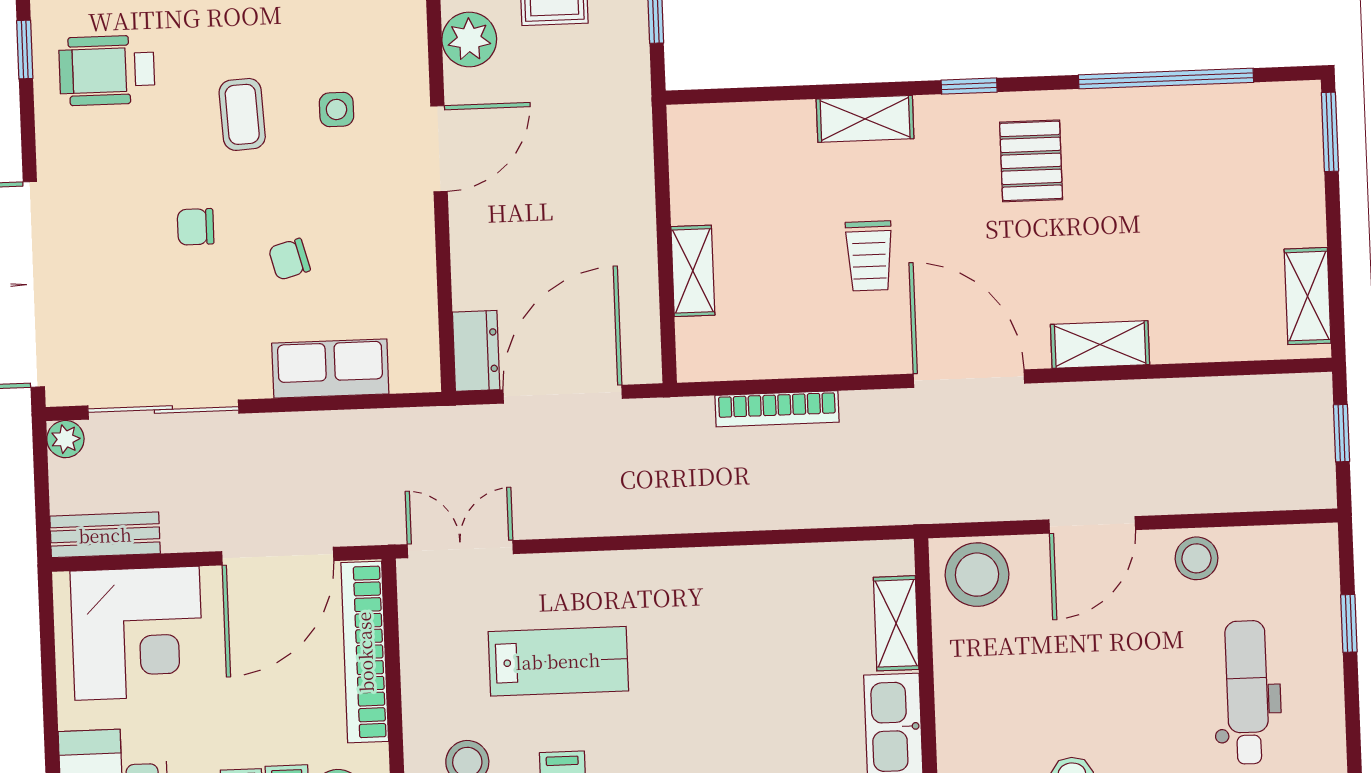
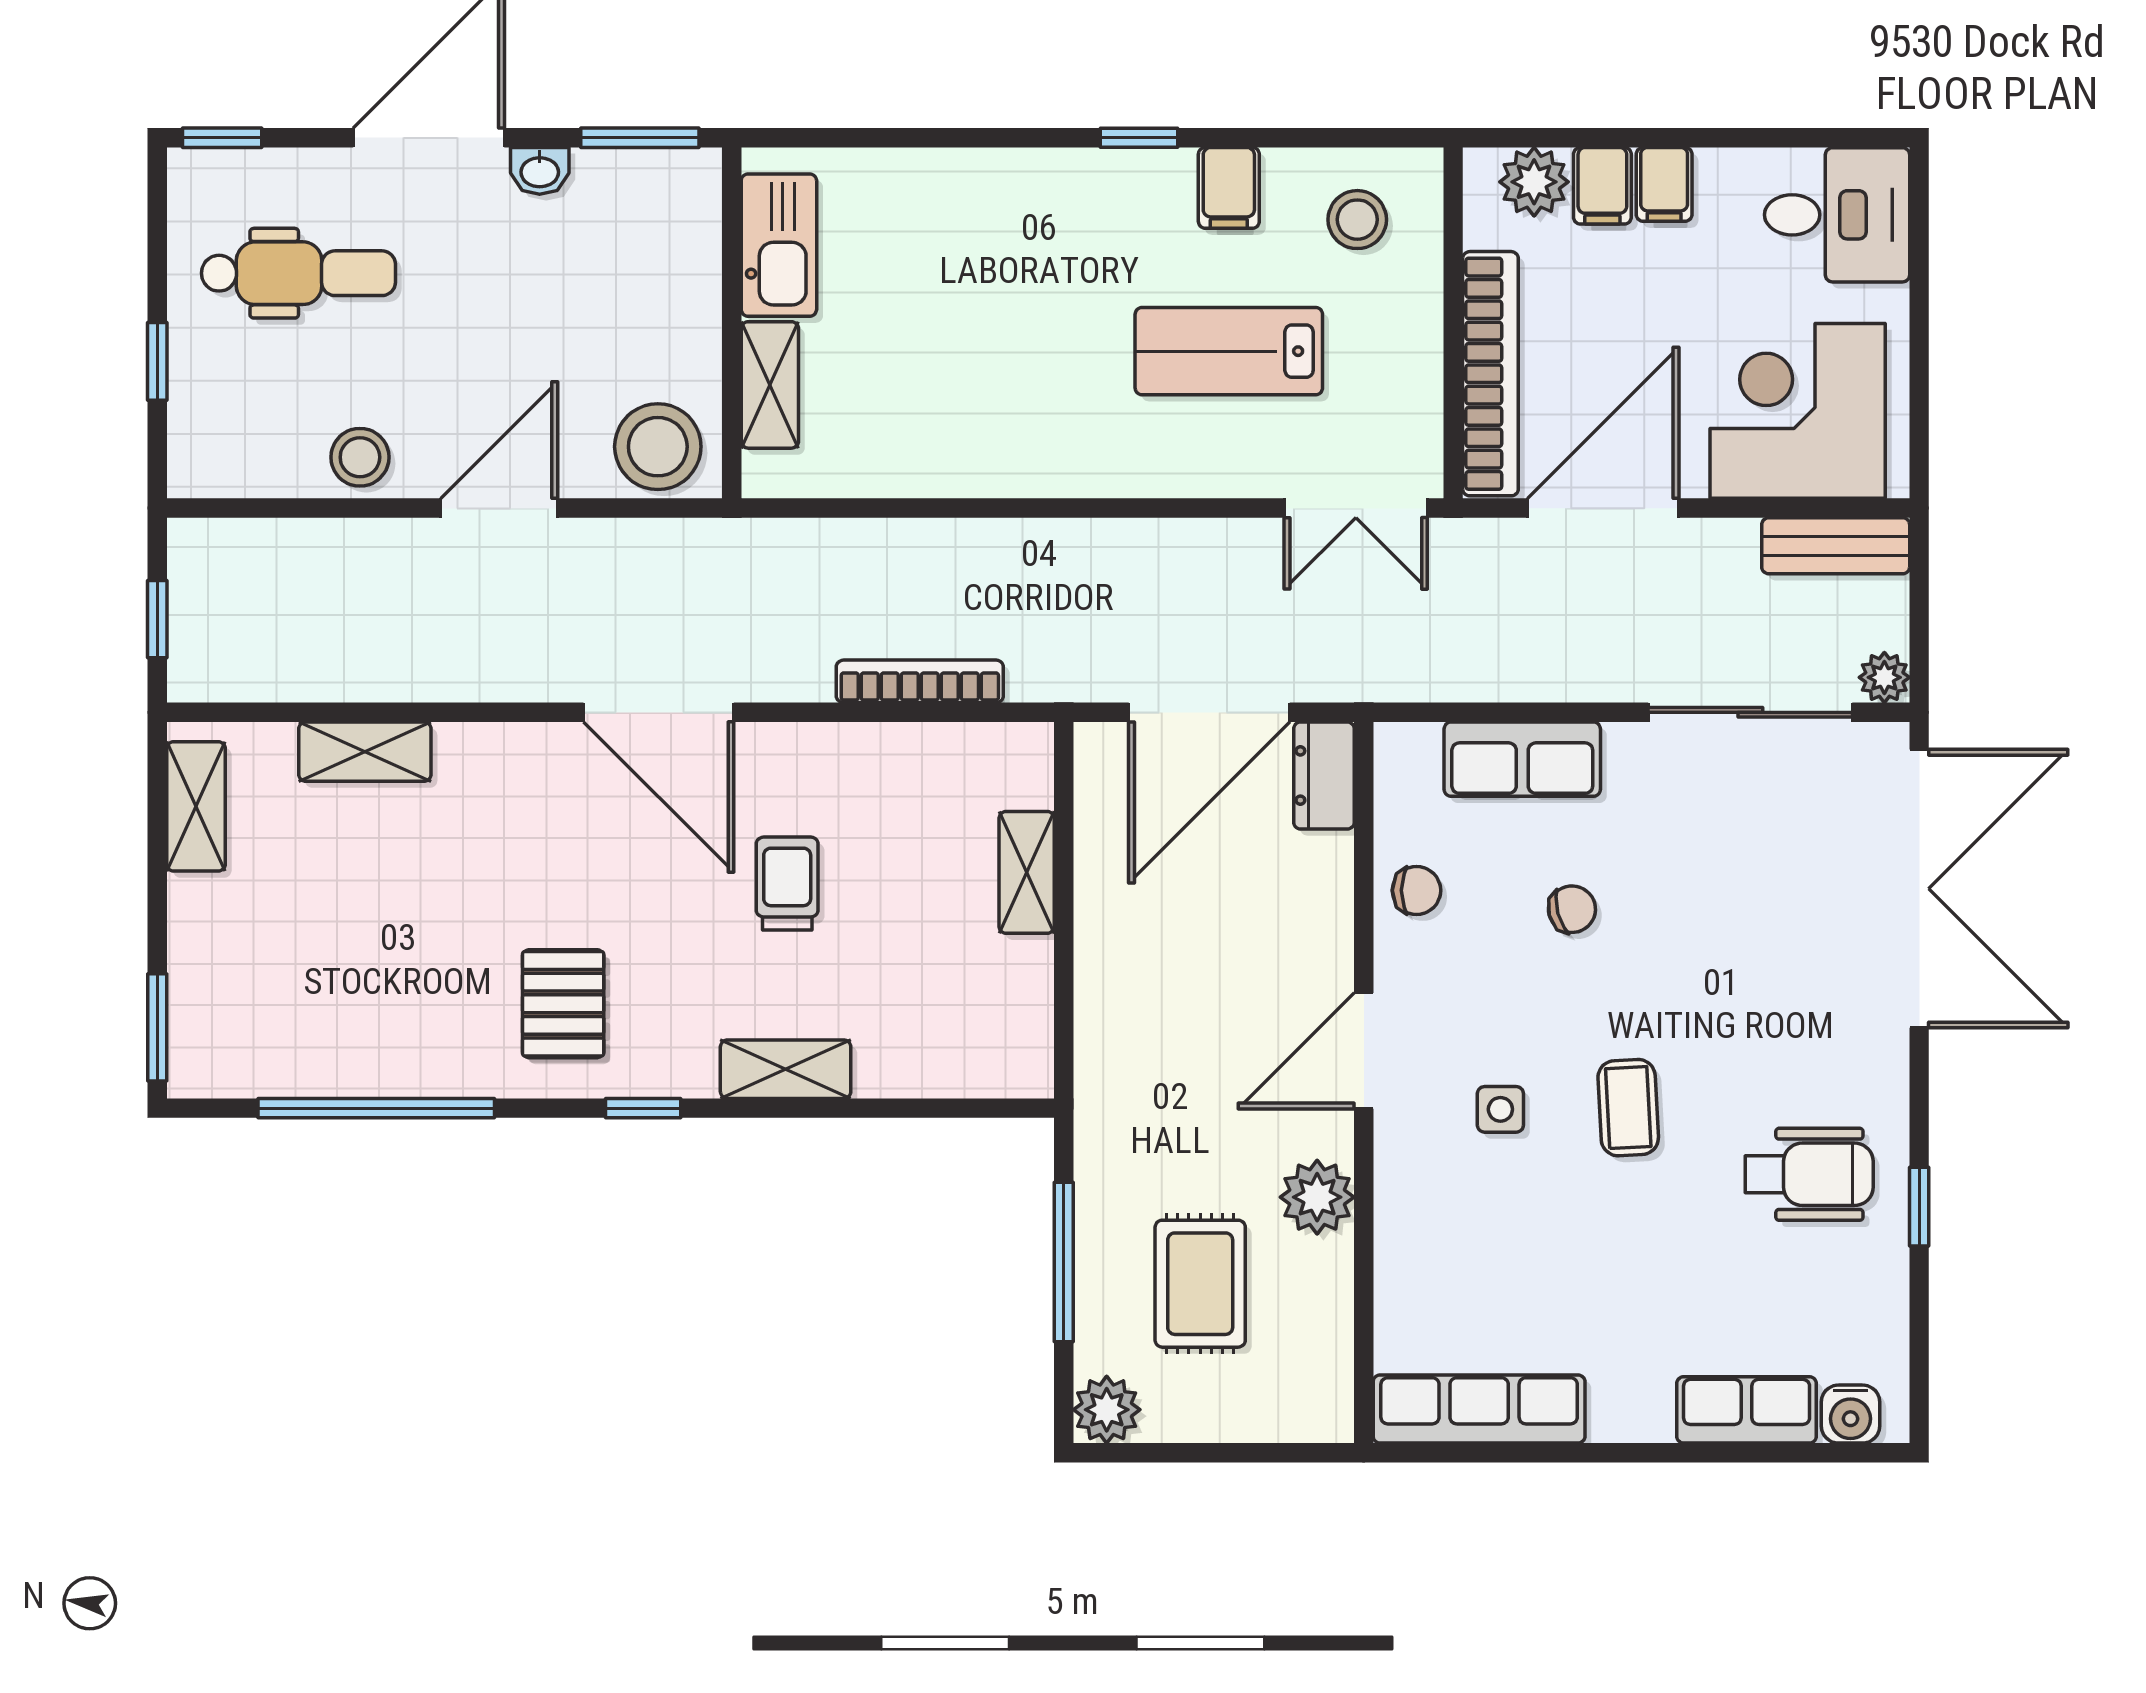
chair: (196, 227) -> (1417, 890), moved
shelving: (1100, 345) -> (365, 752), moved
dental chair: (1247, 692) -> (298, 273), turned -90

